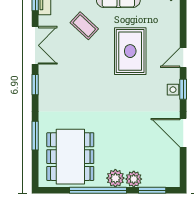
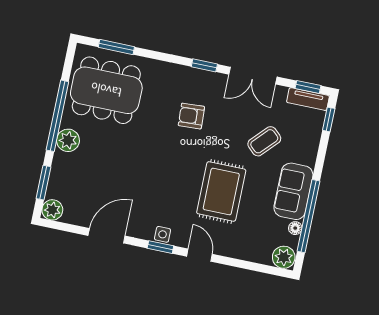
rug: (130, 51) -> (221, 191), turned 90
armchair: (76, 86) -> (191, 116), added
window: (35, 136) -> (116, 47), moved
plant: (134, 179) -> (52, 210), moved

